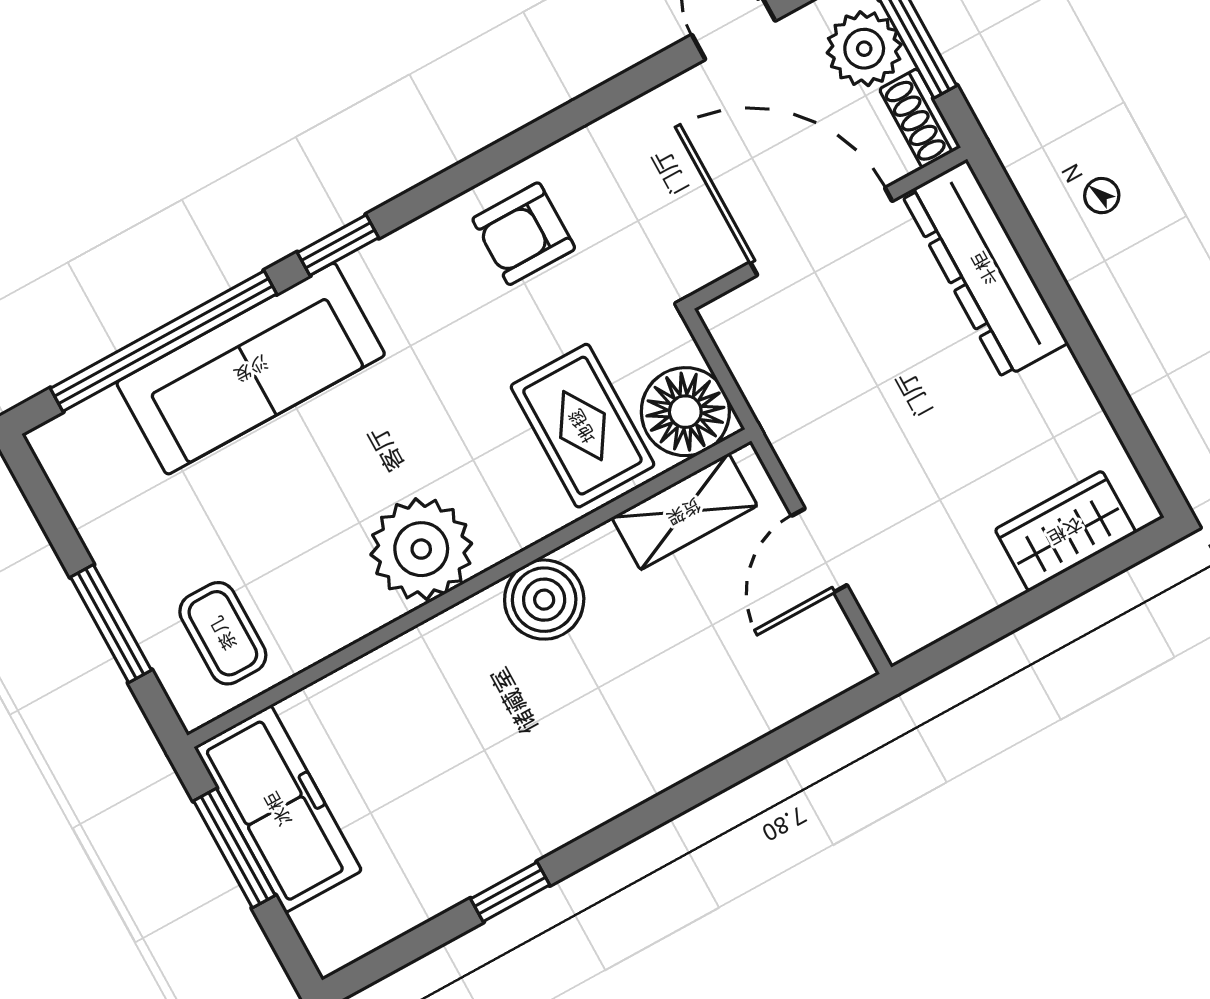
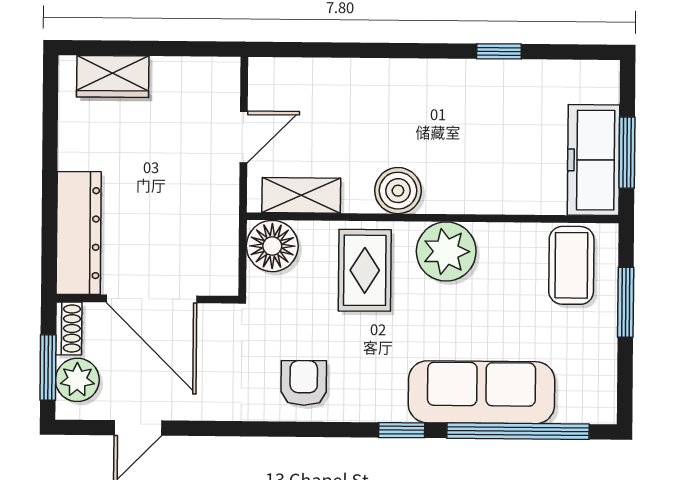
armchair: (524, 234) -> (304, 383), turned -90
rug: (582, 426) -> (365, 270), moved
coffee table: (223, 633) -> (571, 265), width x1.36, depth x1.30

